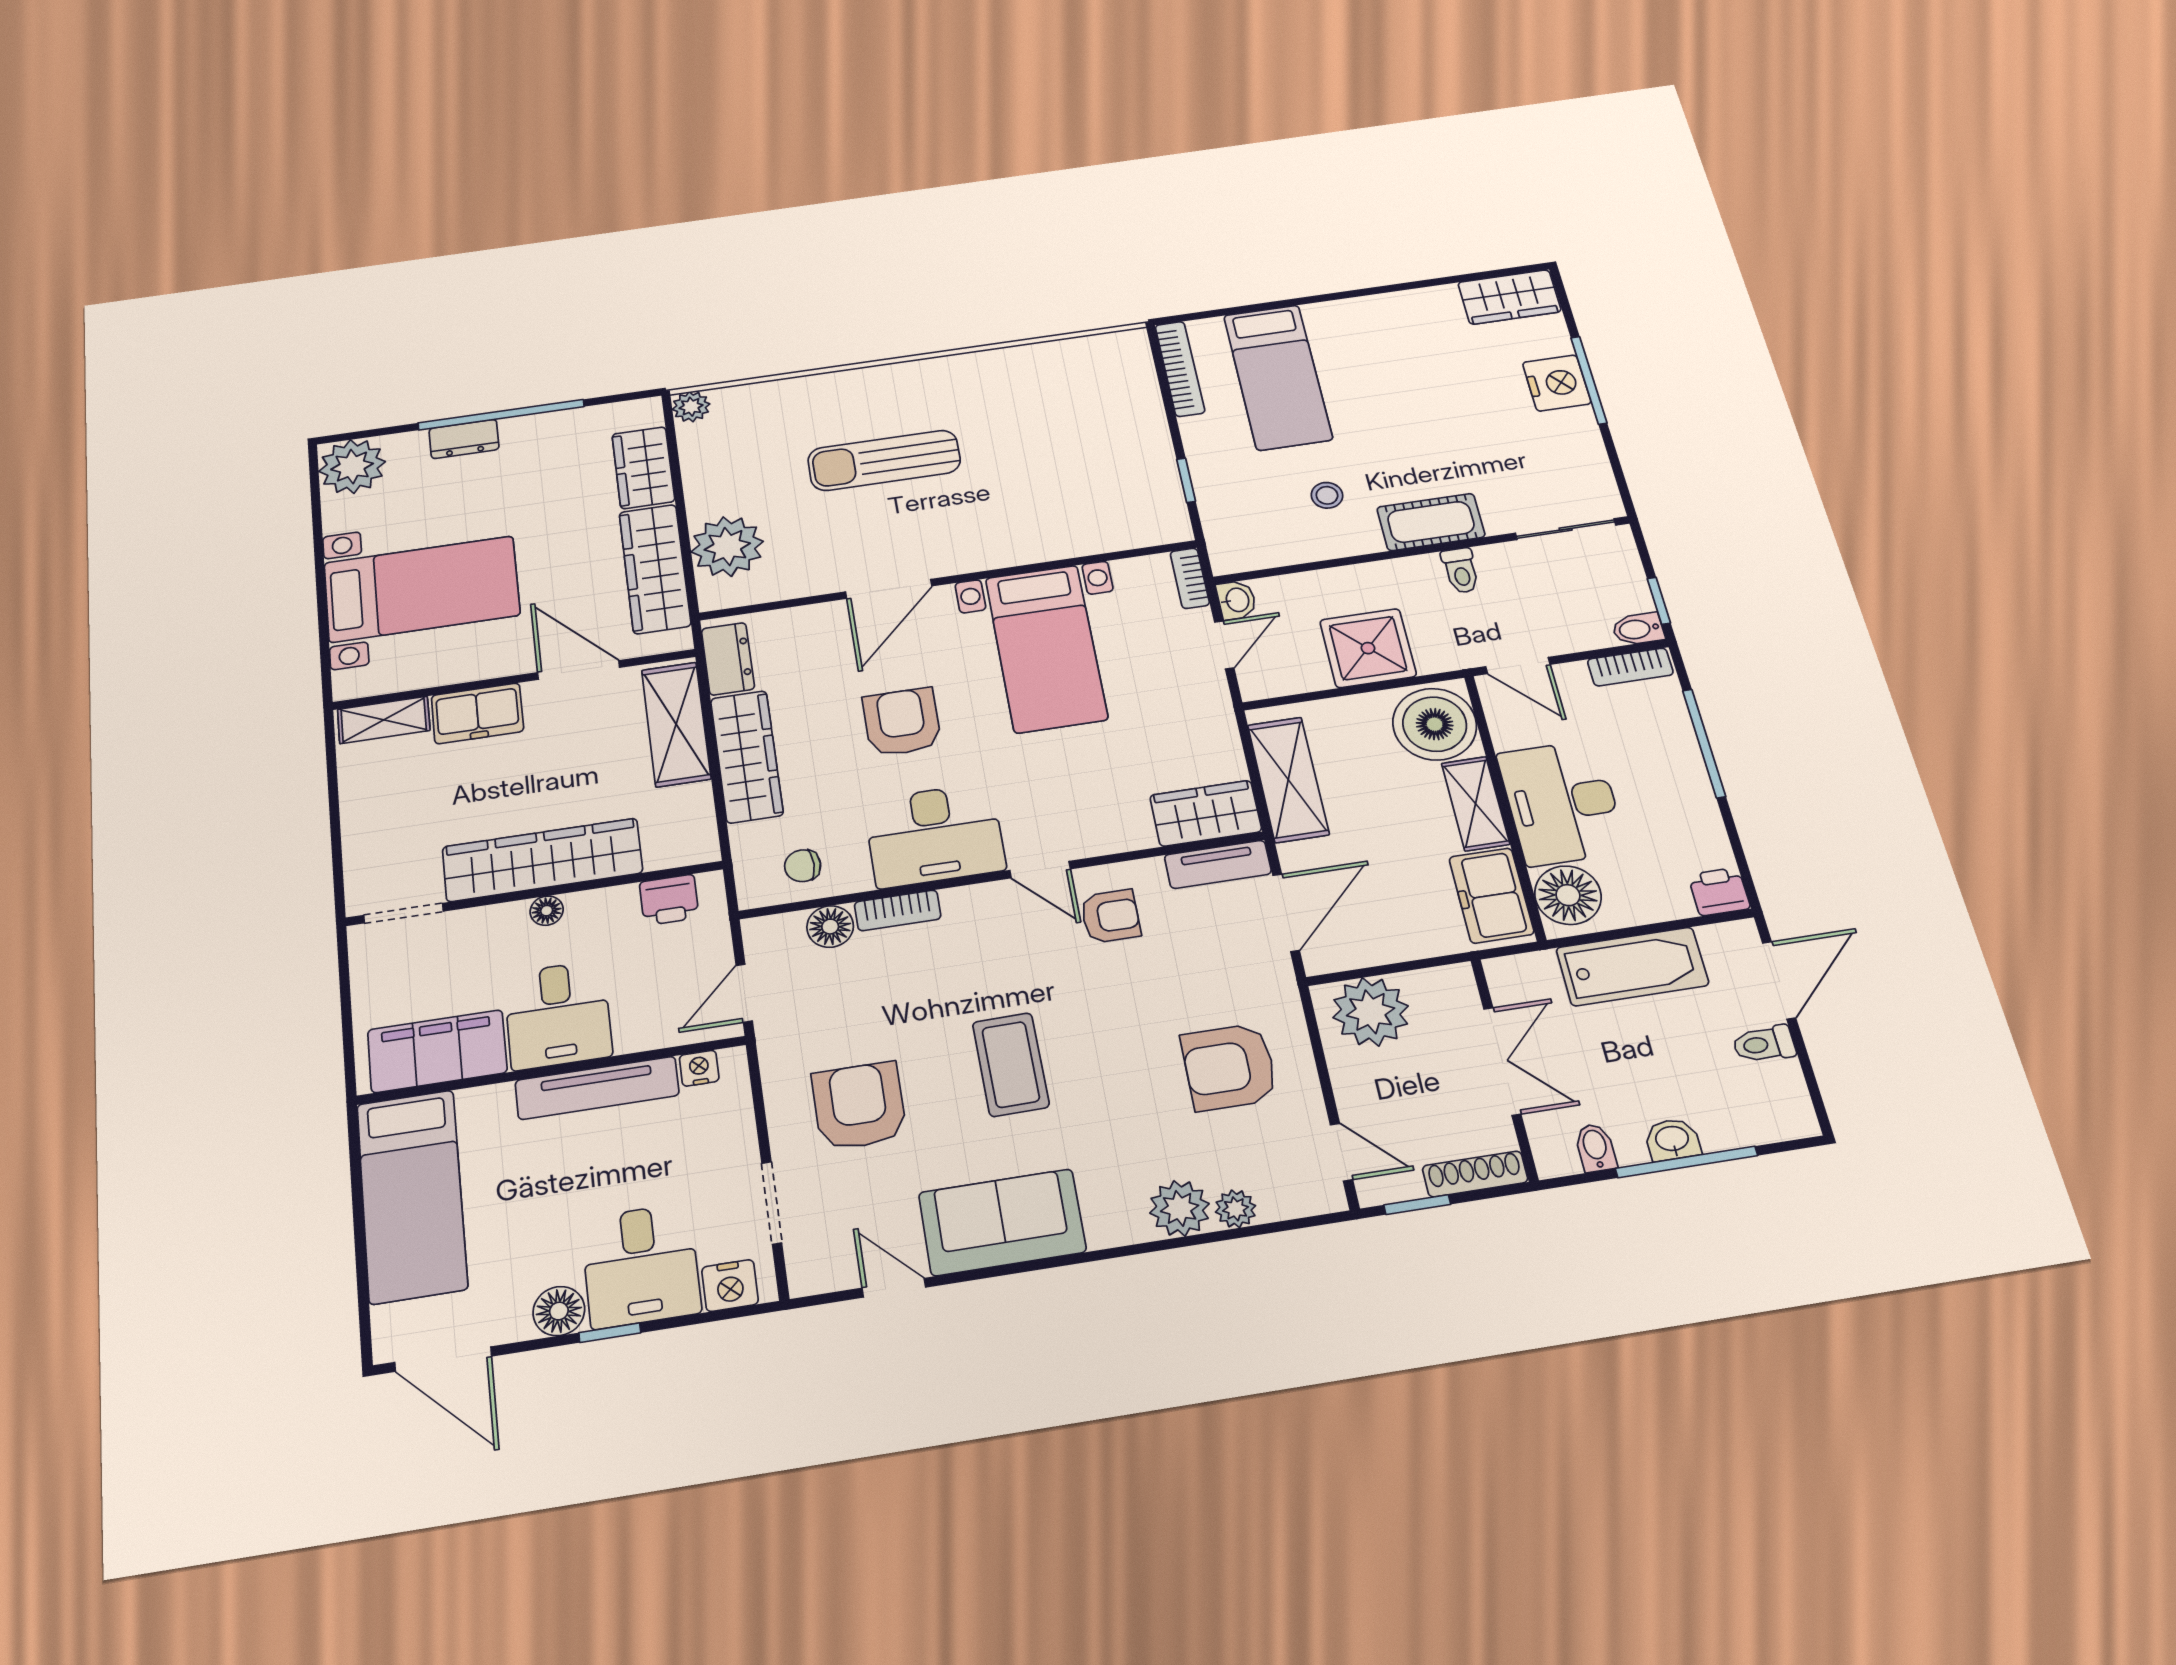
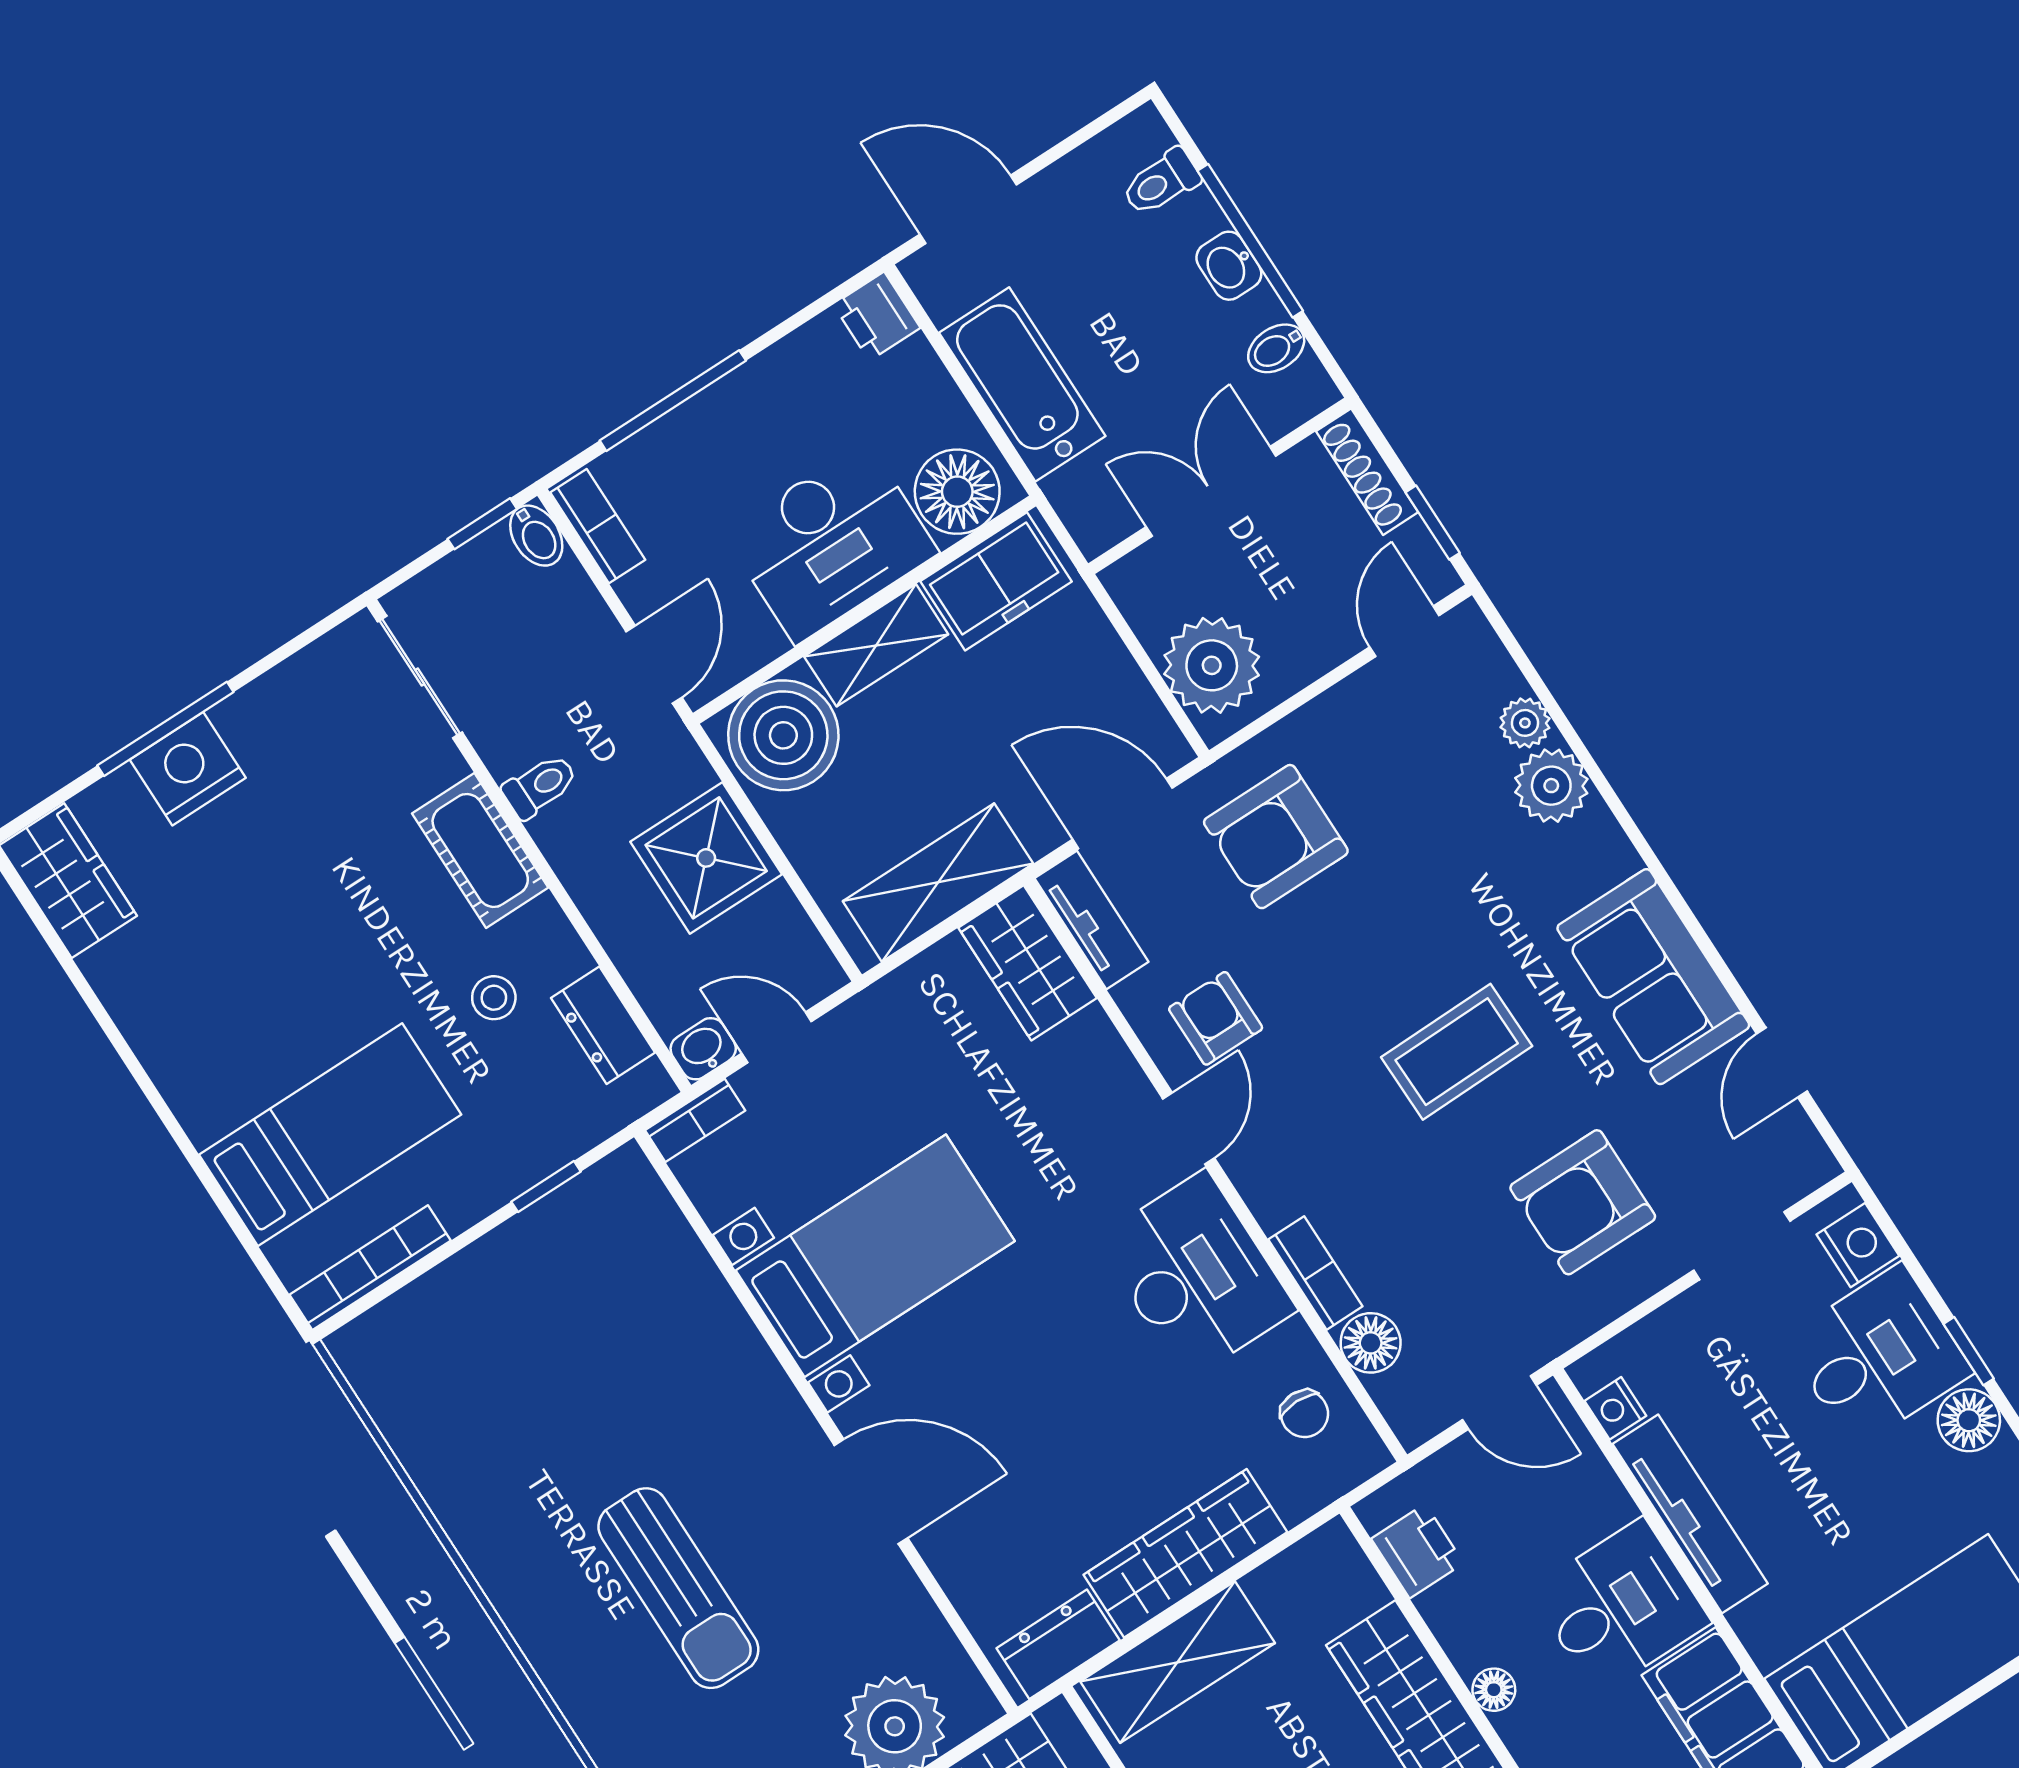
dresser: (1280, 549) -> (603, 1025), added
armchair: (902, 722) -> (1057, 1386), removed
toilet: (1764, 1044) -> (1161, 182), moved, turned 90
armchair: (1229, 1067) -> (1276, 837), moved, turned 90

